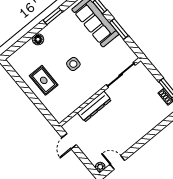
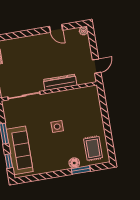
window: (53, 16) -> (81, 170), moved
rug: (44, 80) -> (93, 148), moved
door: (117, 162) -> (56, 28), moved

